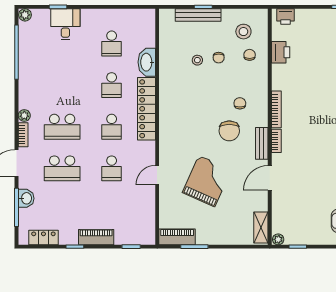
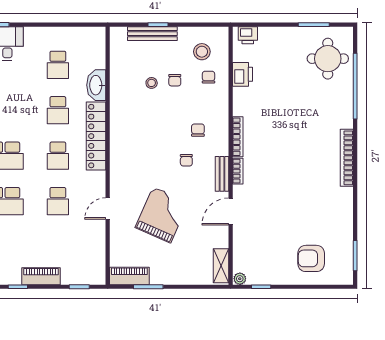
chair: (229, 131) -> (186, 160), width x0.54, depth x0.54

